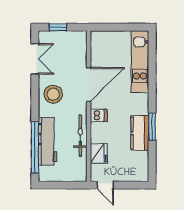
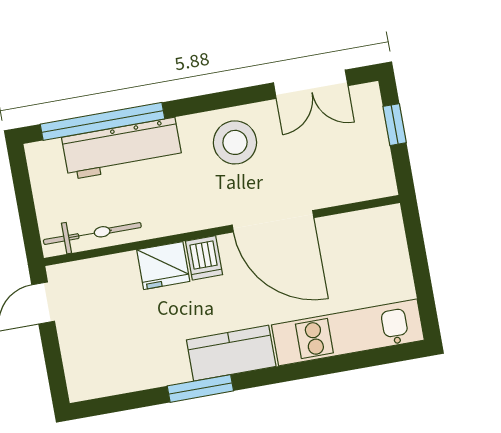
kitchen counter: (140, 133) -> (231, 353), moved
bicycle: (80, 136) -> (92, 234), moved
fridge: (99, 153) -> (163, 266), moved

